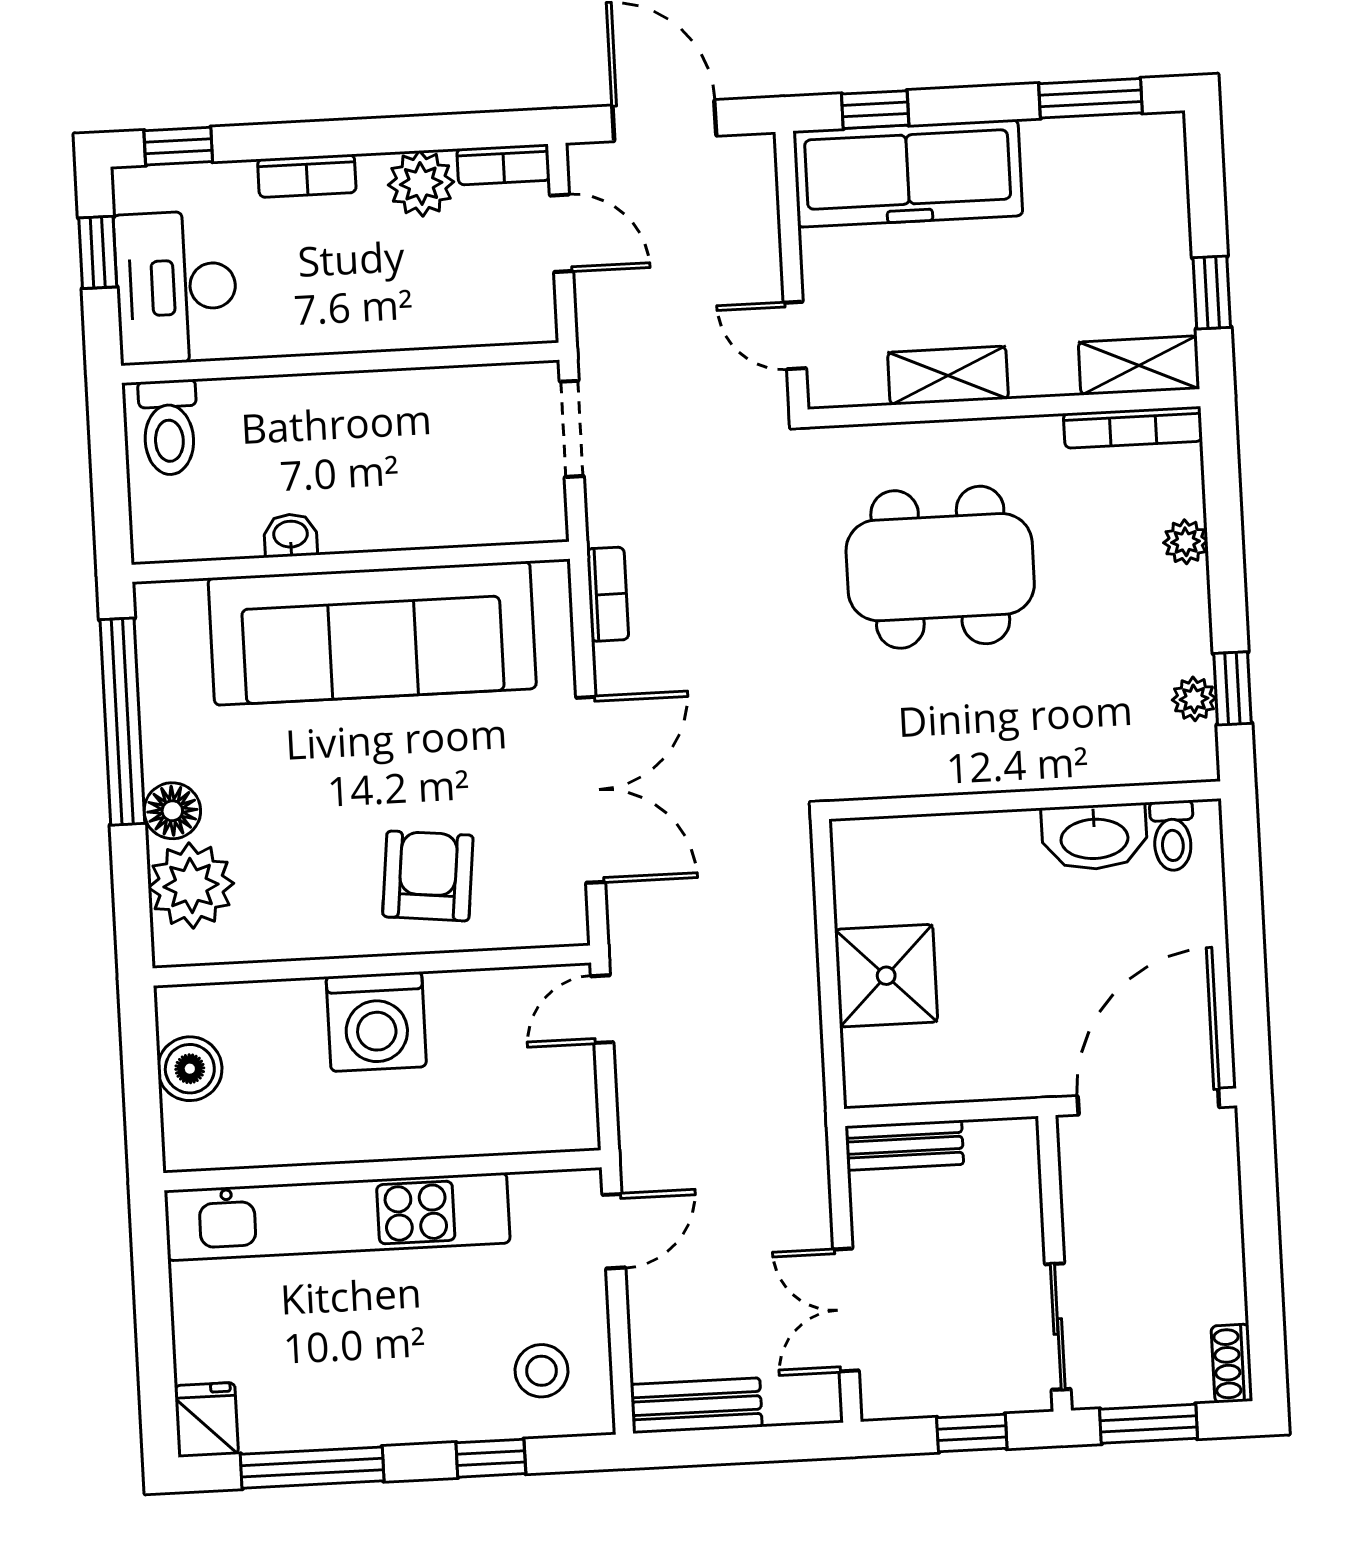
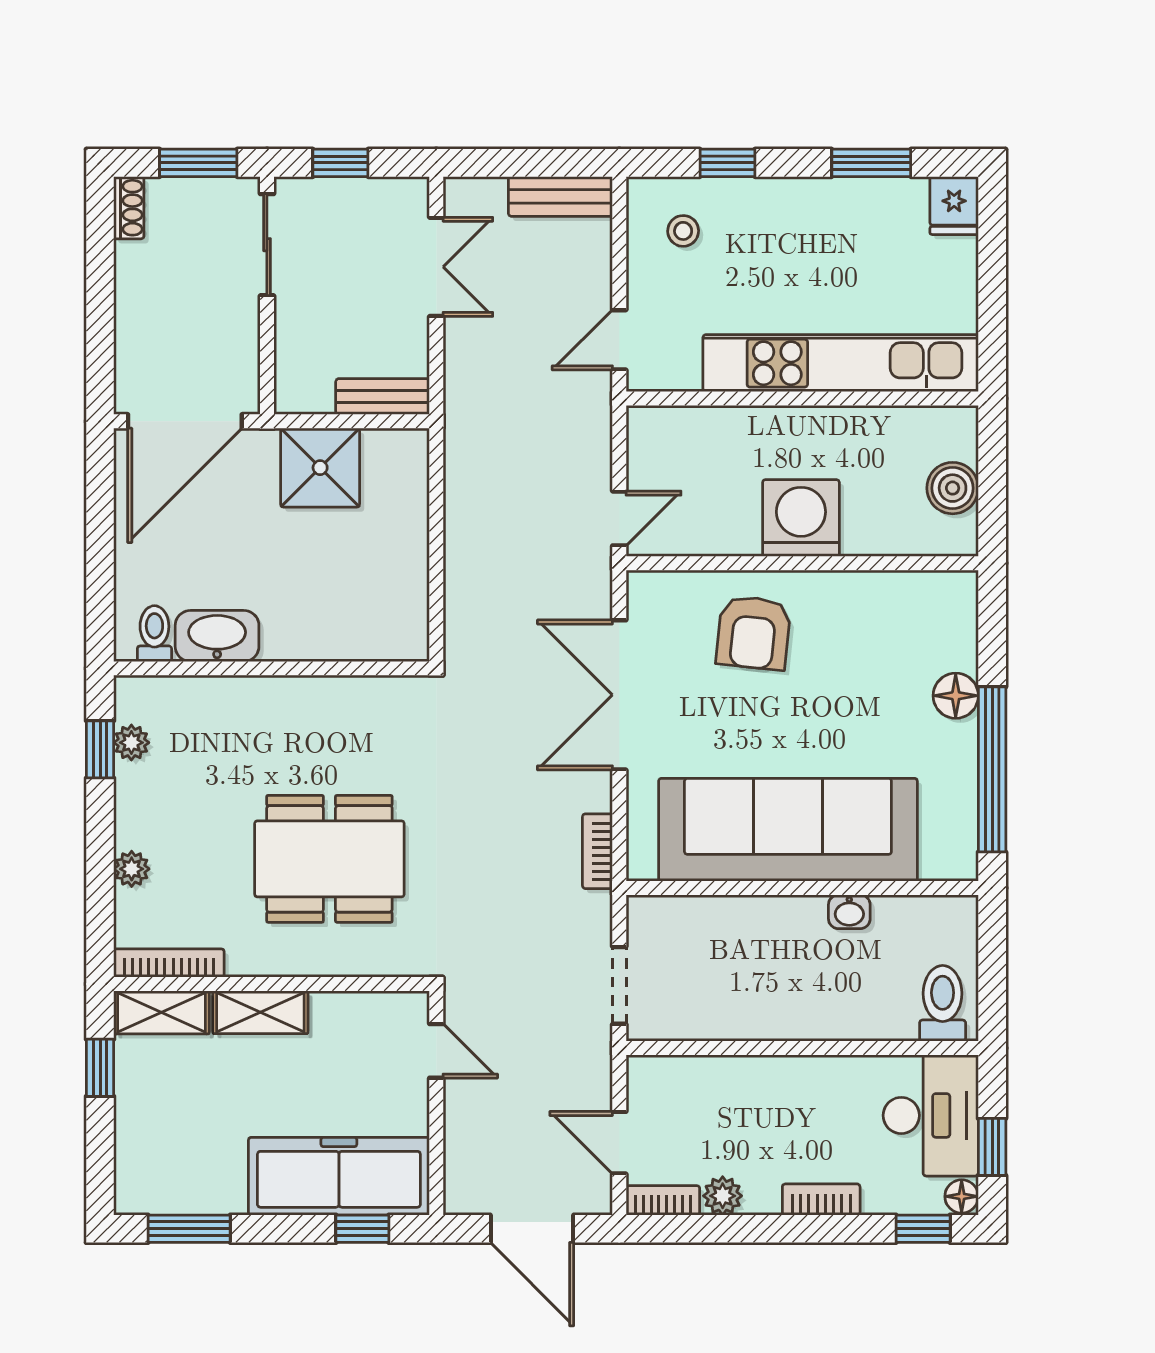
plant: (421, 183) -> (723, 1196), width x0.73, depth x0.73
floor lamp: (132, 189) -> (962, 1196), added
shelving: (948, 376) -> (260, 1012), moved
plant: (191, 885) -> (944, 635), removed
shower: (886, 976) -> (320, 468), moved
stool: (542, 1371) -> (683, 231), width x0.73, depth x0.73
window: (312, 1468) -> (871, 163), width x0.69

